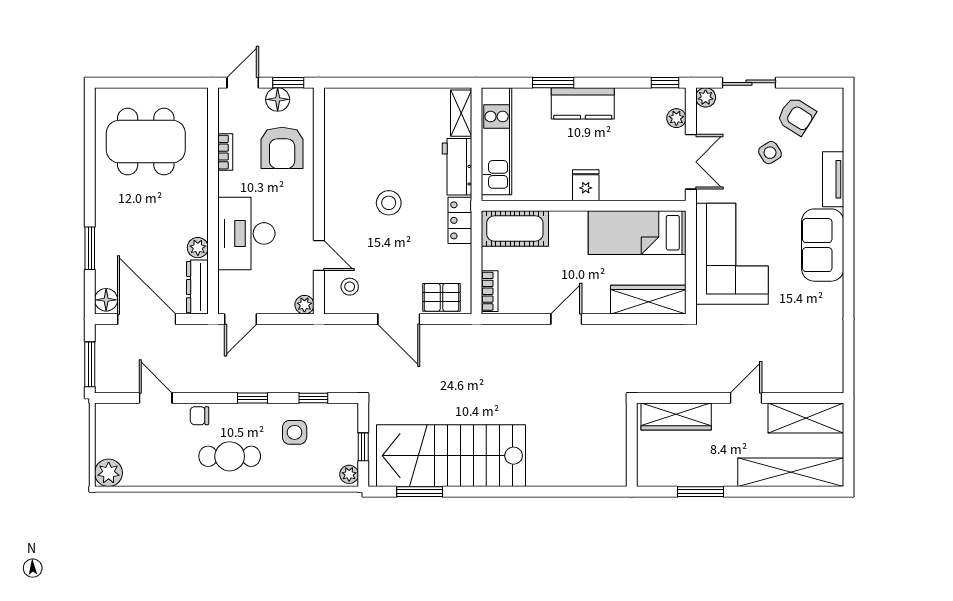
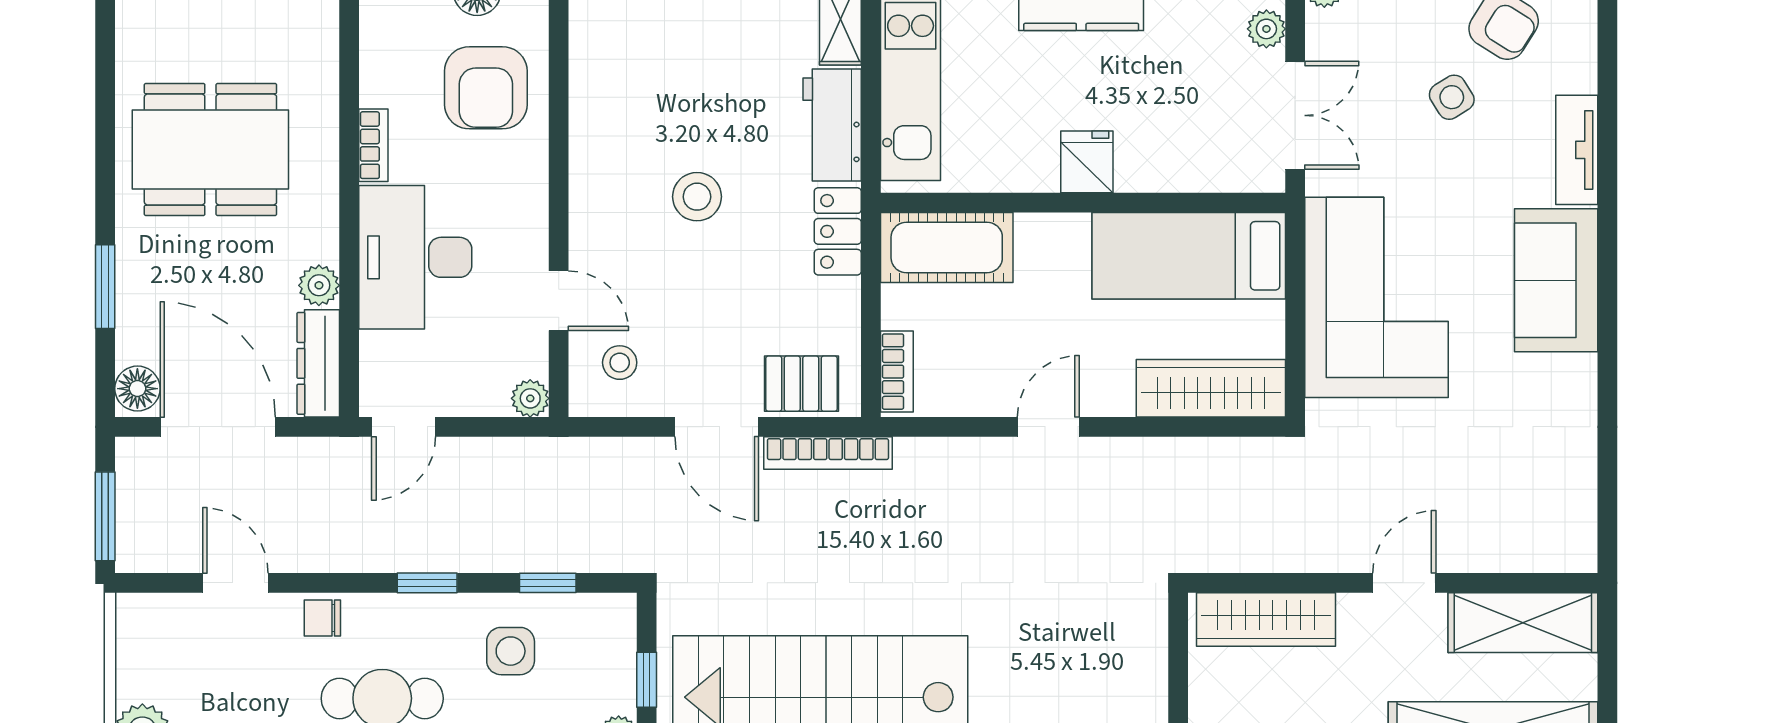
dining table: (146, 142) -> (210, 150), moved
bookcase: (225, 152) -> (373, 145), moved
bookcase: (455, 332) -> (828, 453), added

